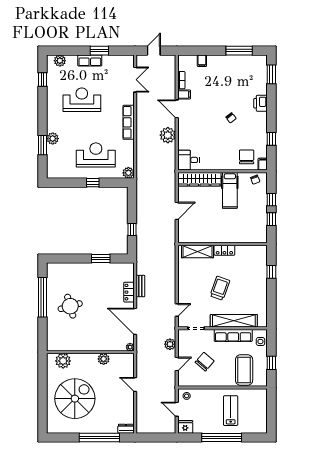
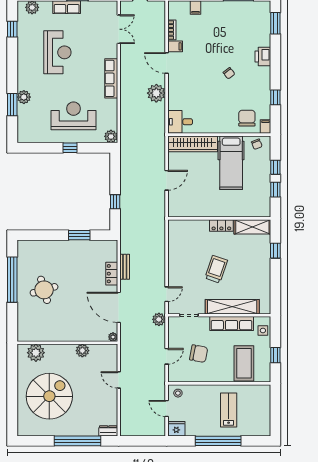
reception desk: (82, 100) -> (57, 52), turned 90
hospital bed: (230, 190) -> (231, 163), width x1.37, depth x1.29
shelving: (198, 251) -> (252, 227), moved
plant: (170, 344) -> (159, 319), moved
chair: (205, 362) -> (199, 354), turned 60

